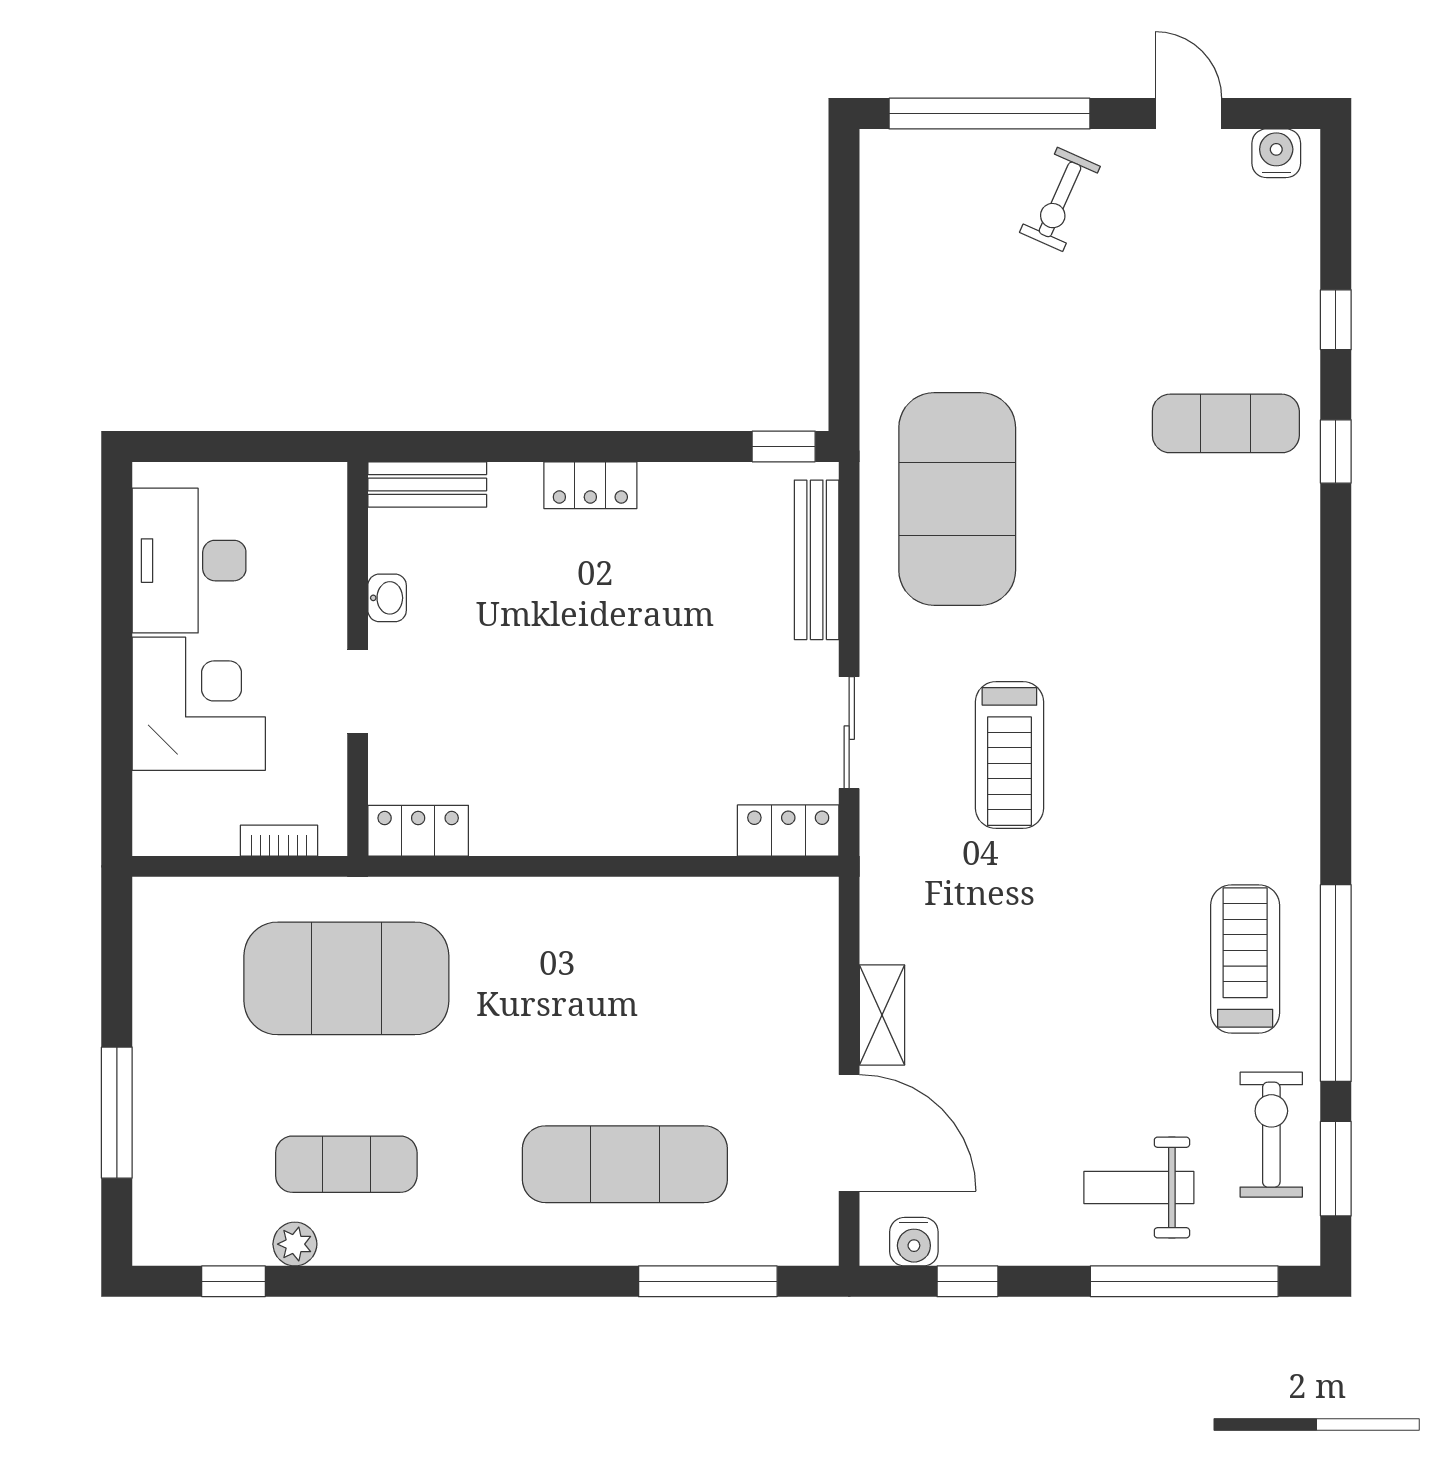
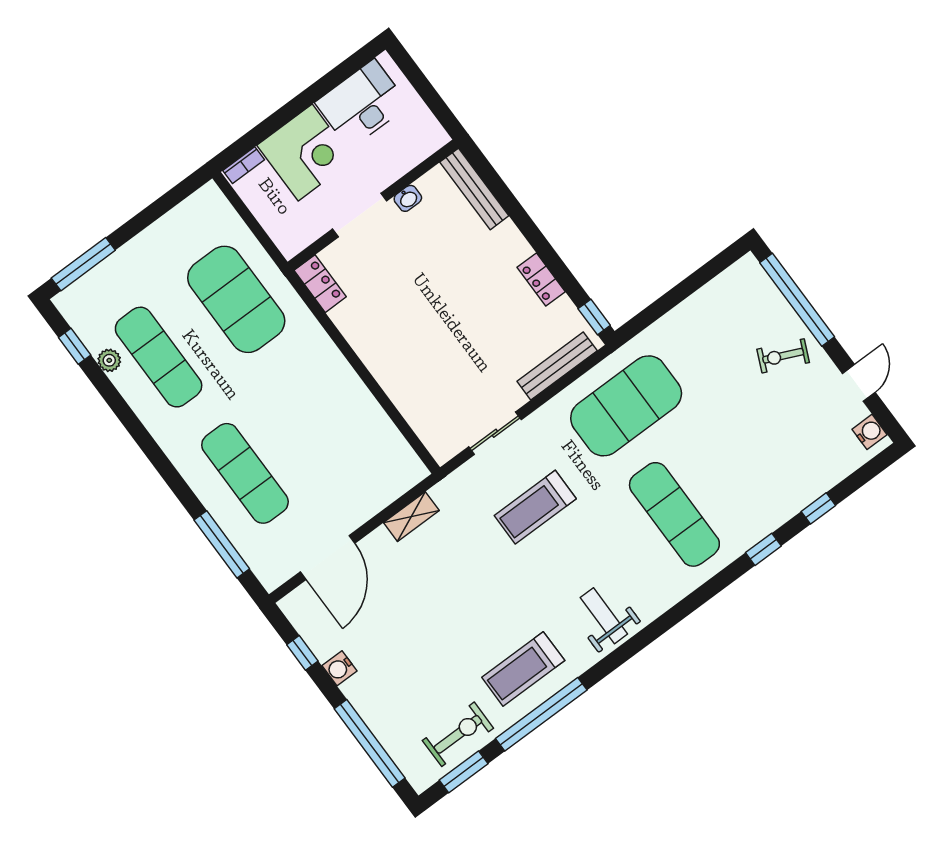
exercise mat: (1226, 423) -> (674, 514), moved, width x1.36, depth x1.45
bench: (427, 484) -> (474, 189), width x1.36
locker: (590, 485) -> (541, 280), moved
doorway: (358, 691) -> (360, 215), width x1.38
locker: (788, 831) -> (435, 438), removed
bookcase: (279, 841) -> (244, 165), moved, turned 90
treadmill: (1245, 959) -> (523, 669), turned 180
shelving: (882, 1015) -> (411, 517), moved
window: (117, 1113) -> (83, 264), moved
exercise mat: (346, 1164) -> (159, 357), width x1.36, depth x1.45
weight bench: (1139, 1187) -> (604, 616), moved
water cooler: (914, 1242) -> (339, 668), moved

